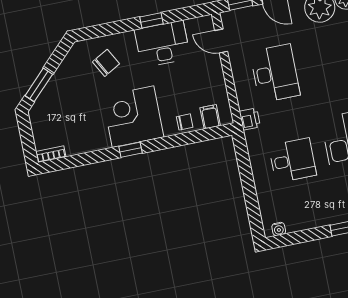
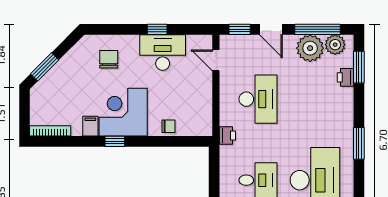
chair: (106, 63) -> (109, 59), turned -61
filing cabinet: (210, 117) -> (90, 126), moved
bookcase: (51, 154) -> (50, 131), width x1.56

